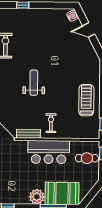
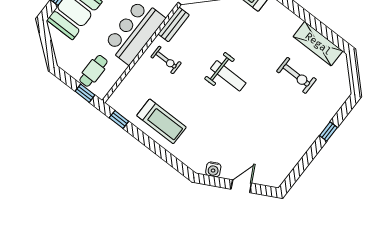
water cooler: (72, 16) -> (213, 169), moved

